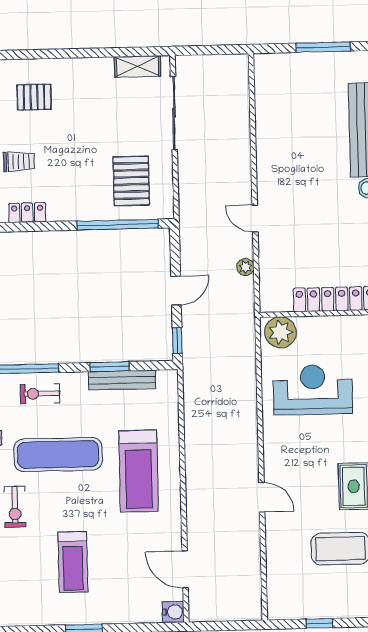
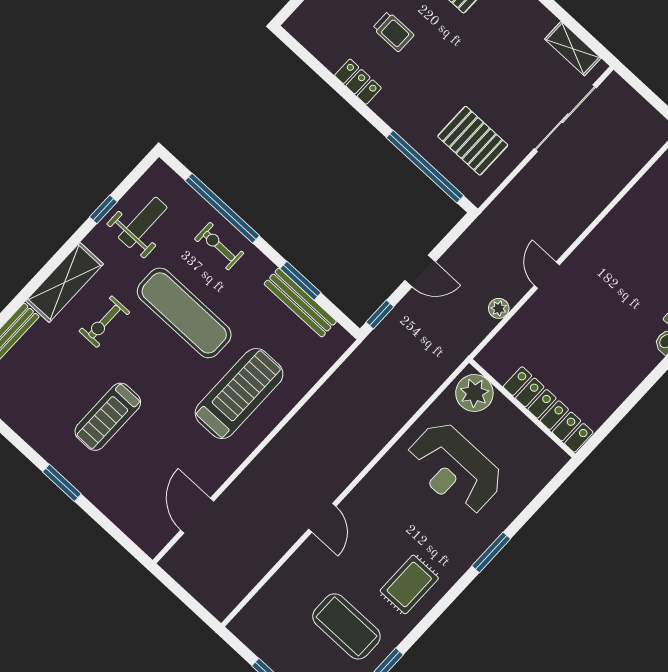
pallet: (131, 181) -> (473, 141), turned 90
reception desk: (313, 390) -> (454, 469), turned 180
treadmill: (139, 471) -> (239, 394), turned 180
water cooler: (173, 612) -> (152, 542), removed

